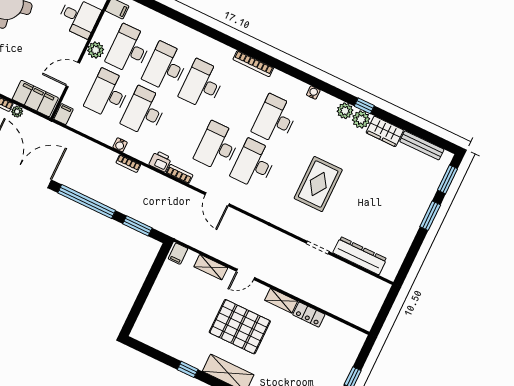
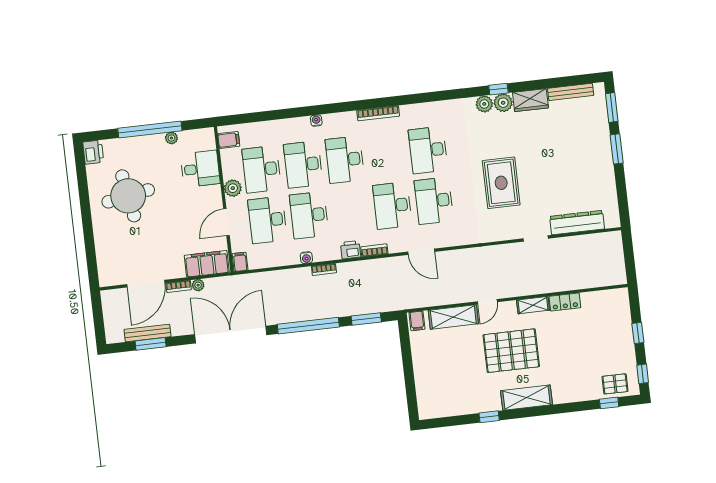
water cooler: (313, 93) -> (316, 121), moved
shelving: (211, 267) -> (453, 317), width x1.50, depth x1.33

